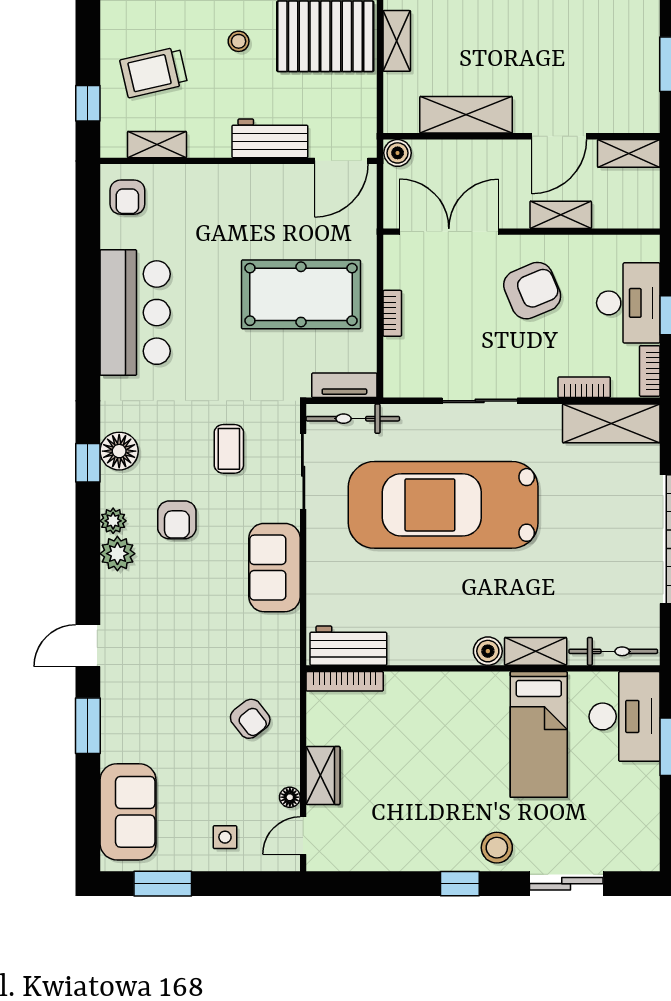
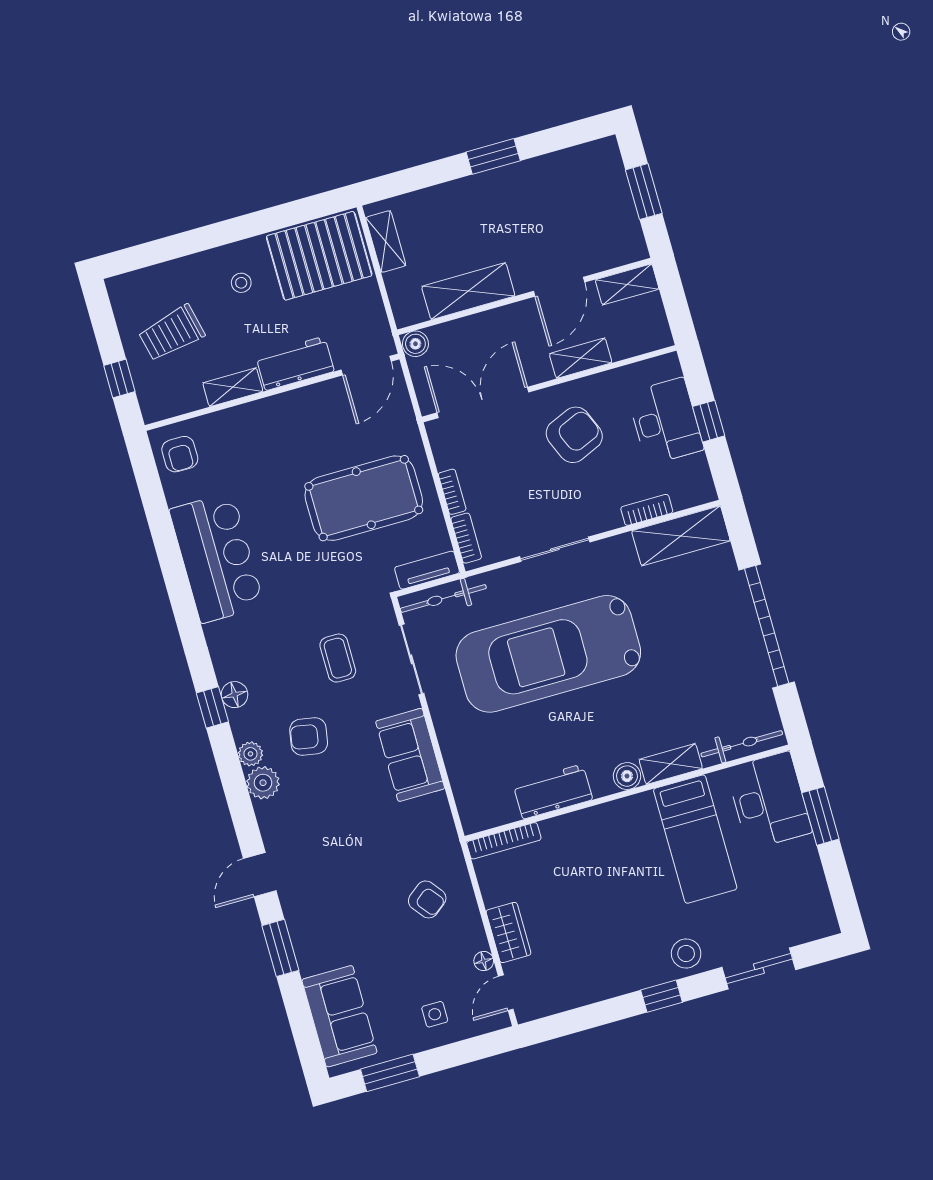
shelving: (157, 145) -> (233, 387), moved
bookcase: (650, 371) -> (466, 538), moved, turned 180
floor lamp: (119, 451) -> (235, 695), width x0.73, depth x0.73
armchair: (177, 520) -> (309, 736), turned 100
workbench: (348, 646) -> (553, 792), moved

